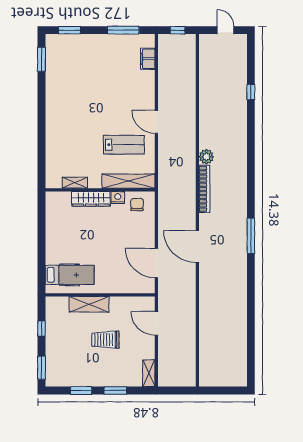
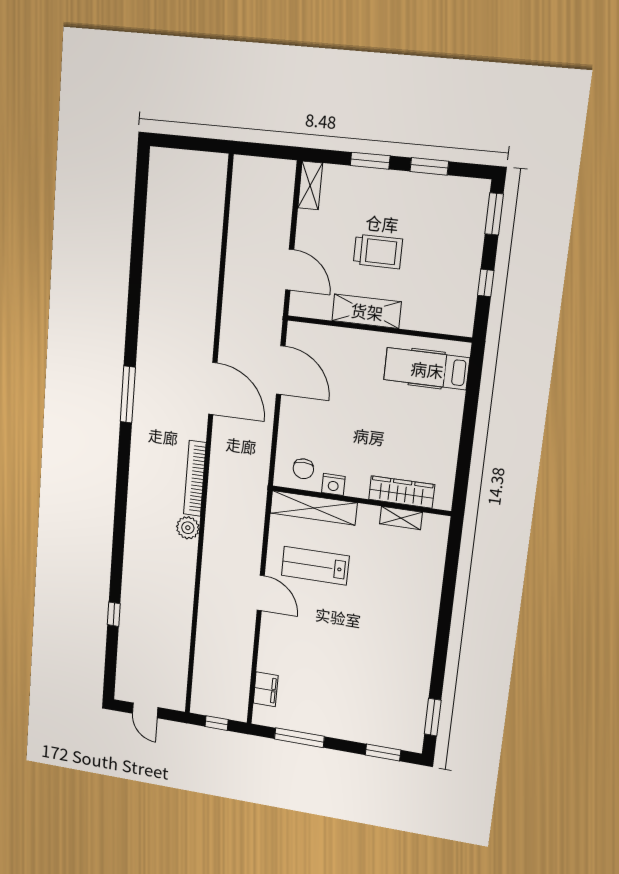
wardrobe: (91, 199) -> (402, 492), moved
shelving: (89, 304) -> (367, 311), moved

